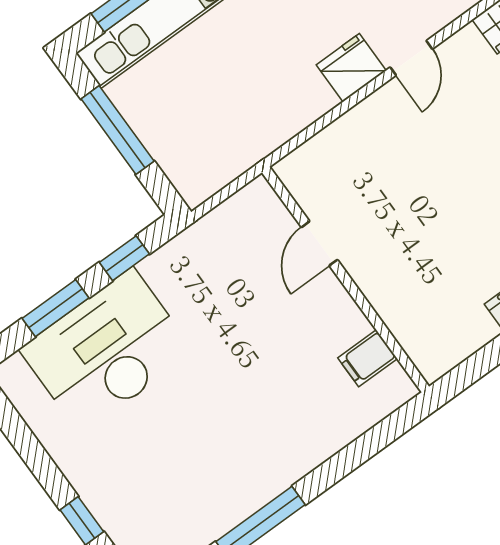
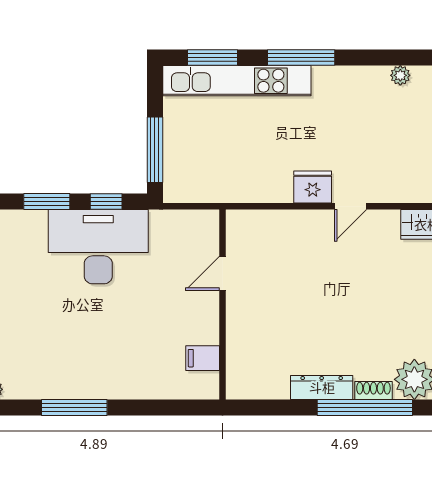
window: (118, 130) -> (155, 150), moved
desk: (107, 351) -> (98, 247), moved

